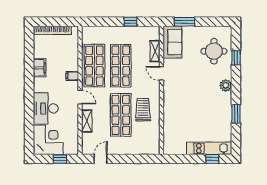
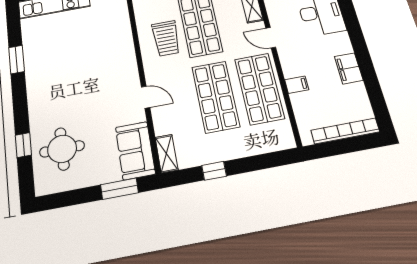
shelving: (155, 51) -> (167, 154), moved
filing cabinet: (72, 76) -> (297, 85), moved
plant: (226, 85) -> (37, 99), removed

